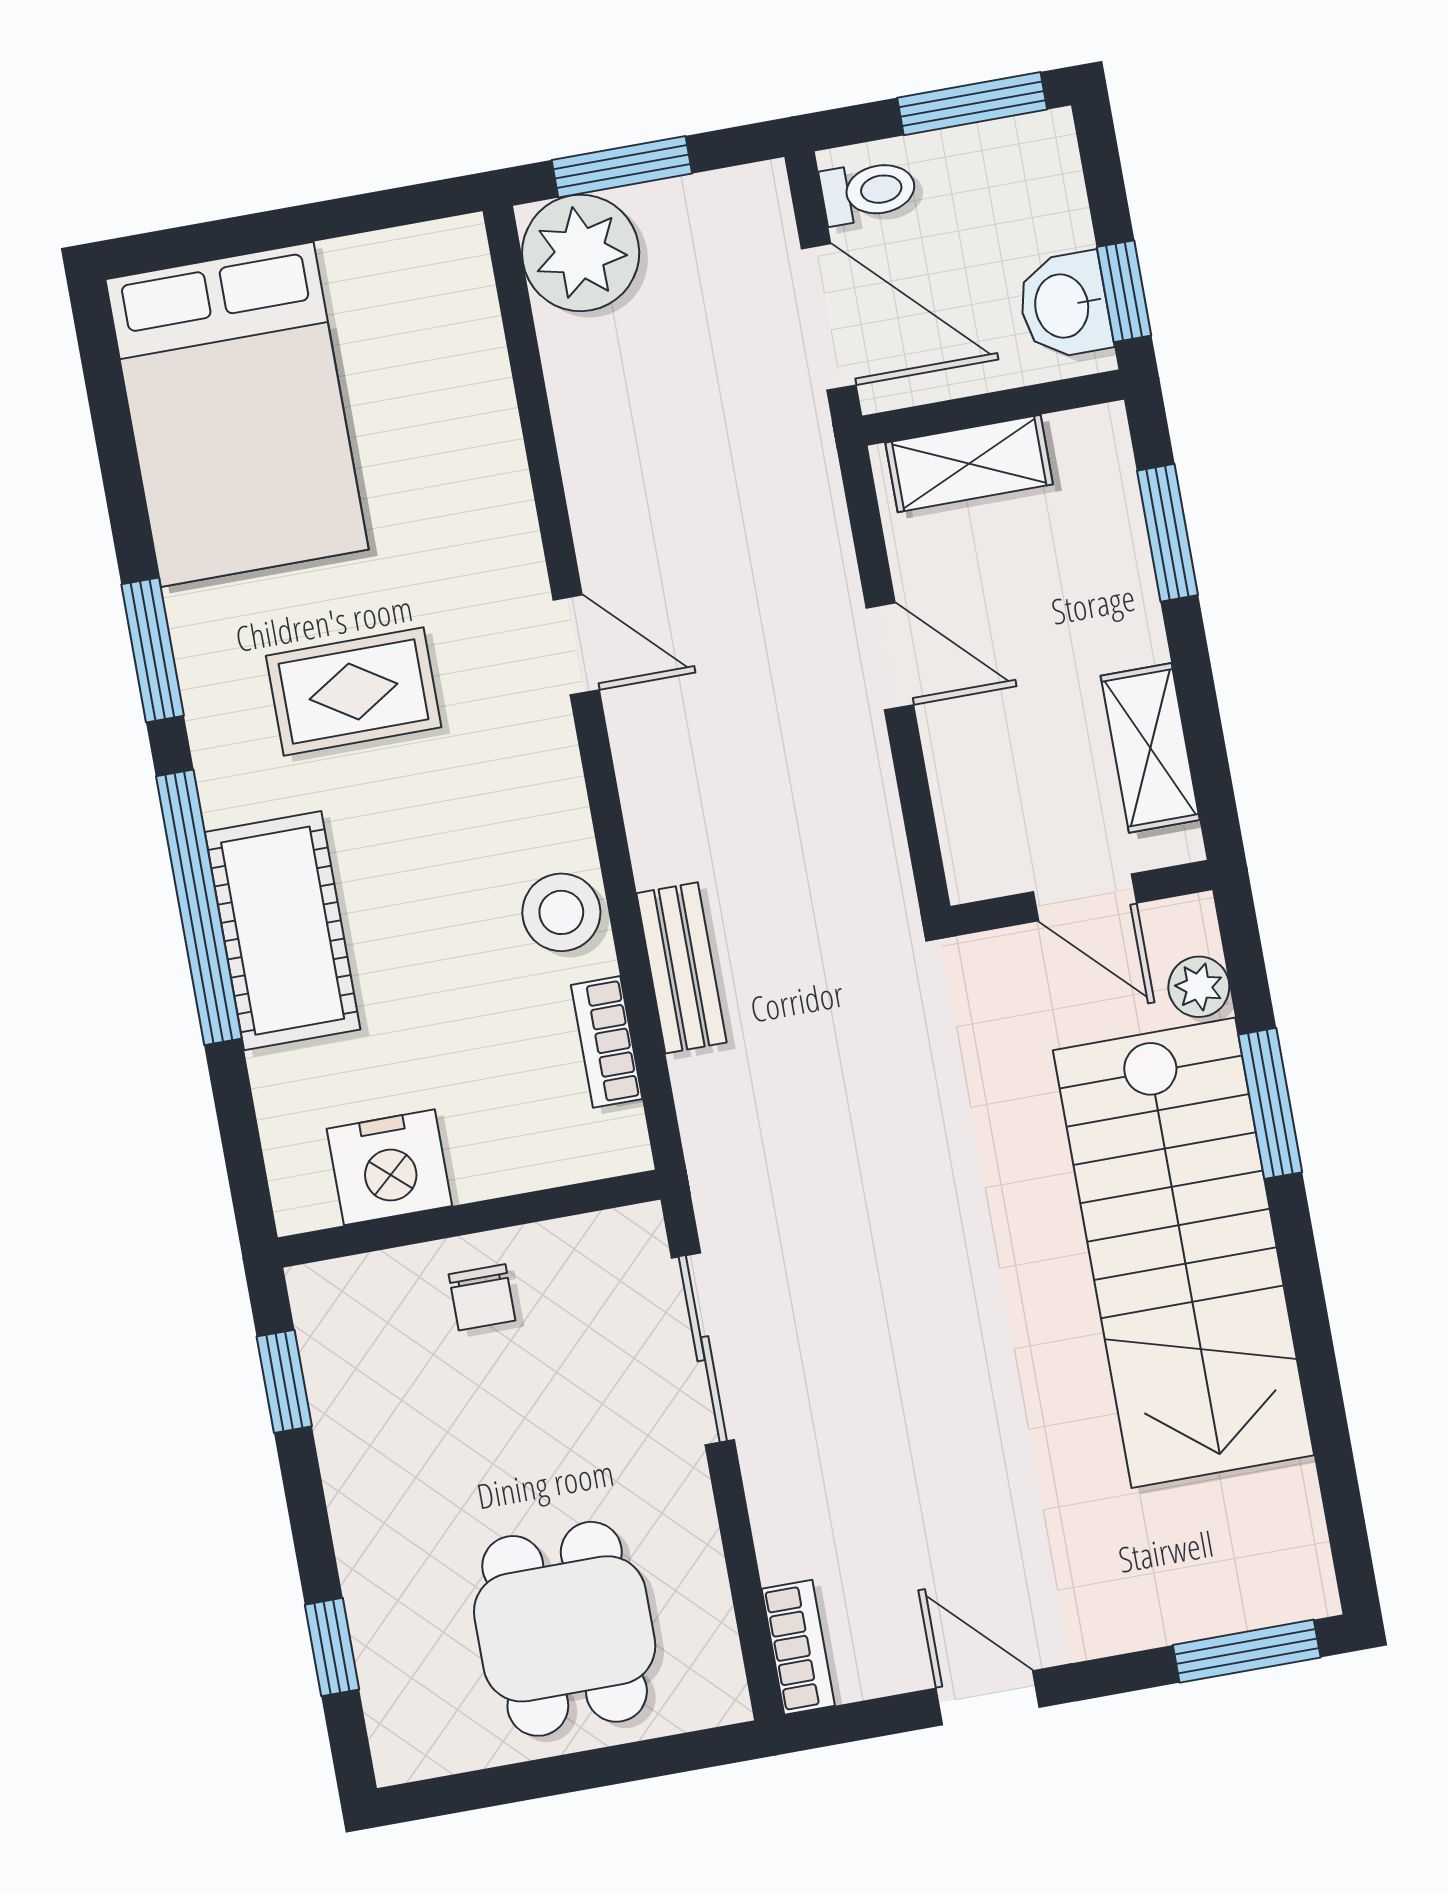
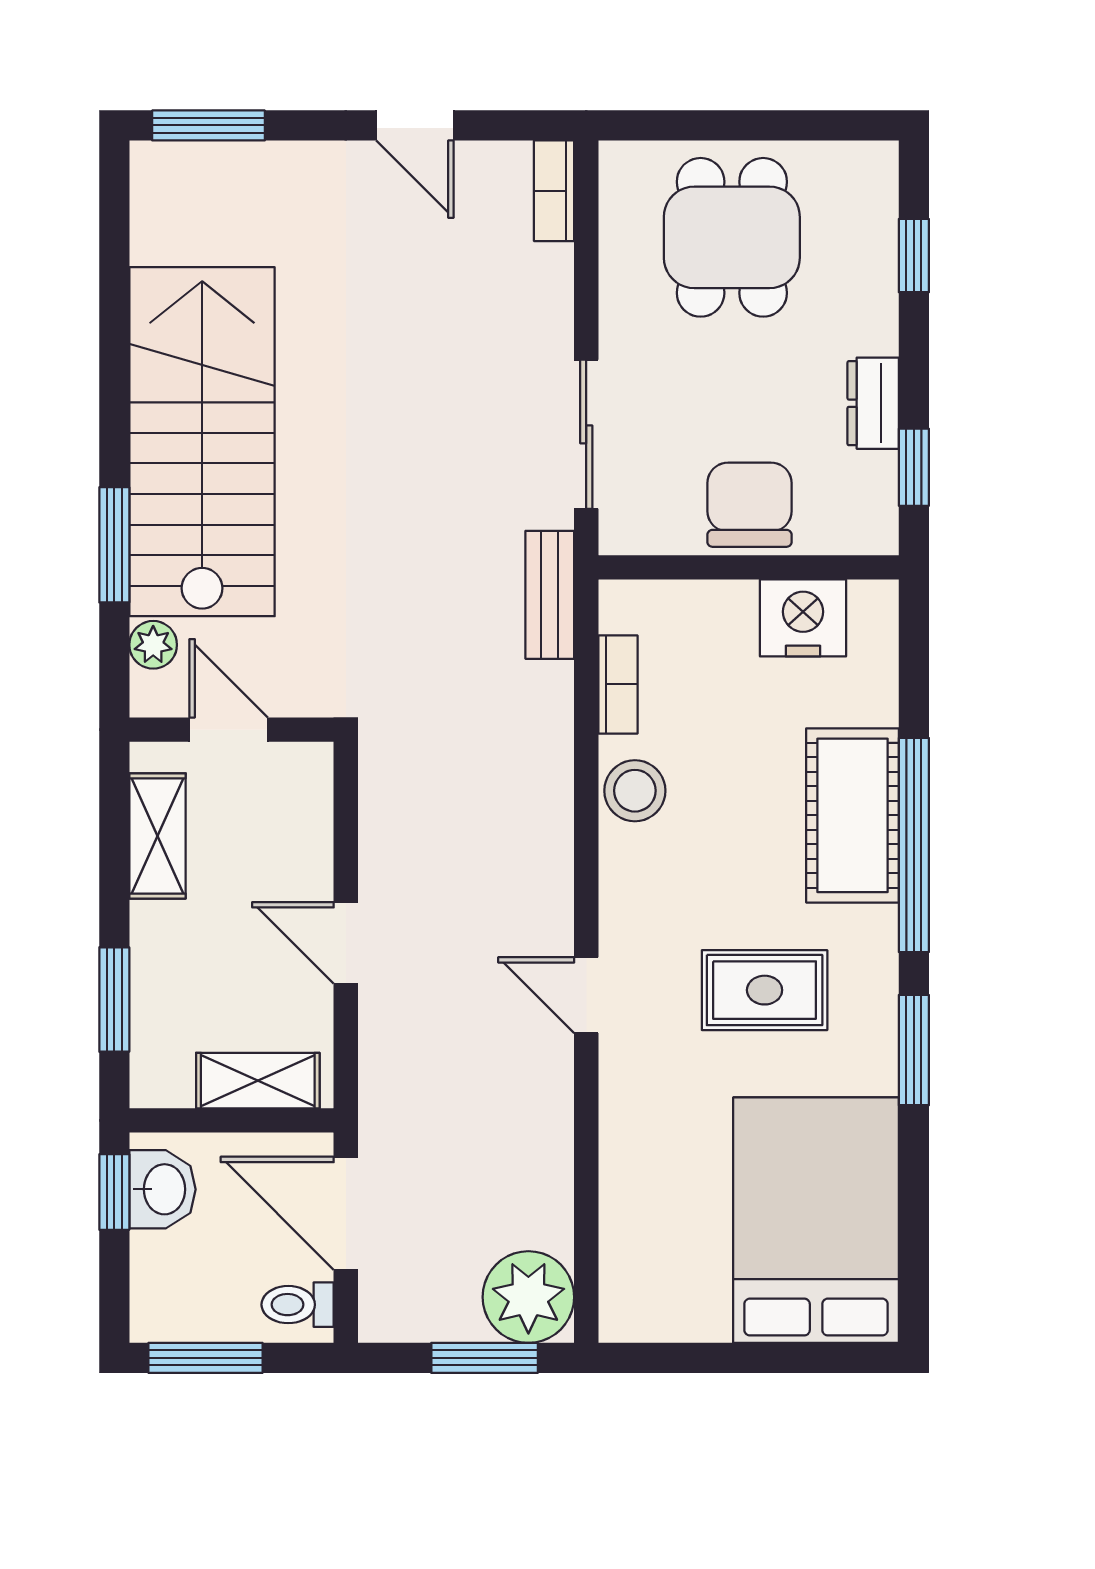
bench: (682, 968) -> (550, 595), moved
chair: (482, 1297) -> (749, 505), width x1.87, depth x1.87
dresser: (350, 1453) -> (873, 403), added

